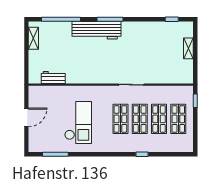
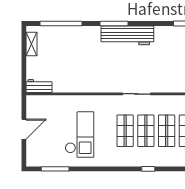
workbench: (97, 30) -> (127, 35), moved
workbench: (53, 77) -> (39, 86), moved

